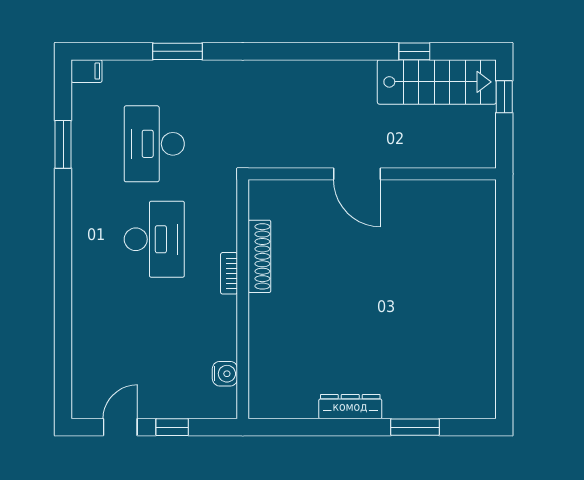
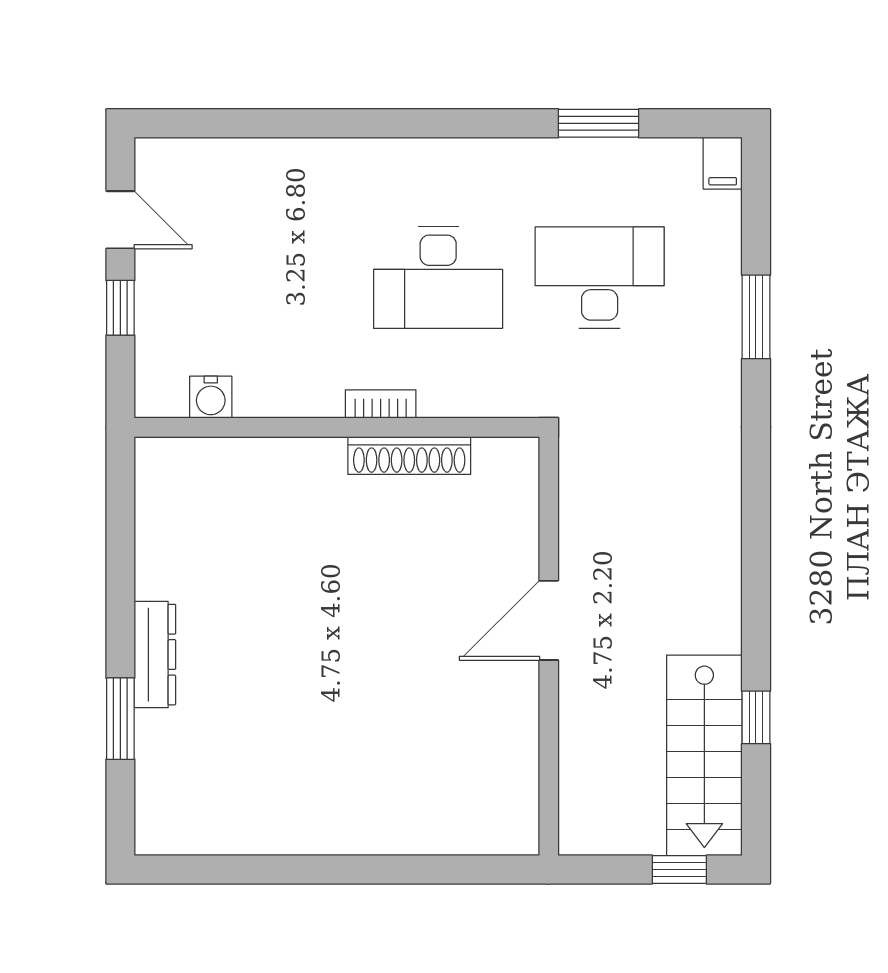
dresser: (350, 407) -> (155, 655), moved

